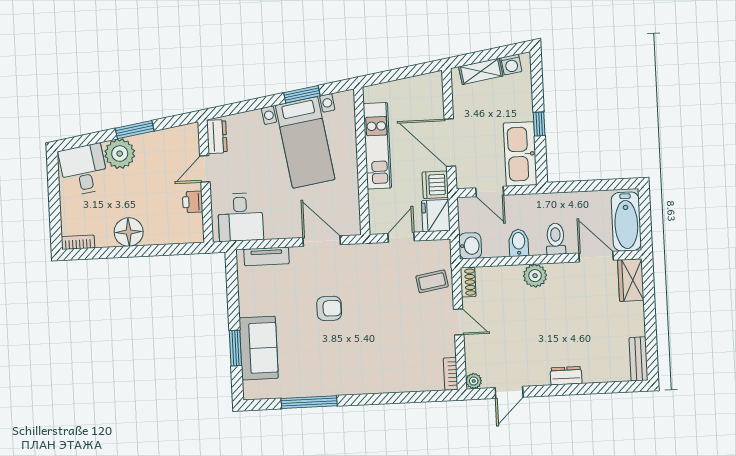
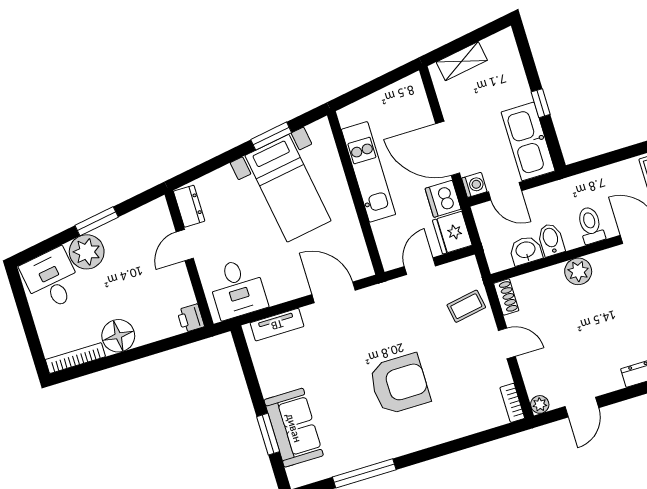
washing machine: (511, 65) -> (474, 185), moved, turned -81
printer: (193, 202) -> (191, 318), moved
bookcase: (78, 242) -> (75, 358), width x1.56
washbasin: (470, 246) -> (526, 250), moved, turned -90
armchair: (329, 308) -> (399, 384), moved, width x1.88, depth x1.88

